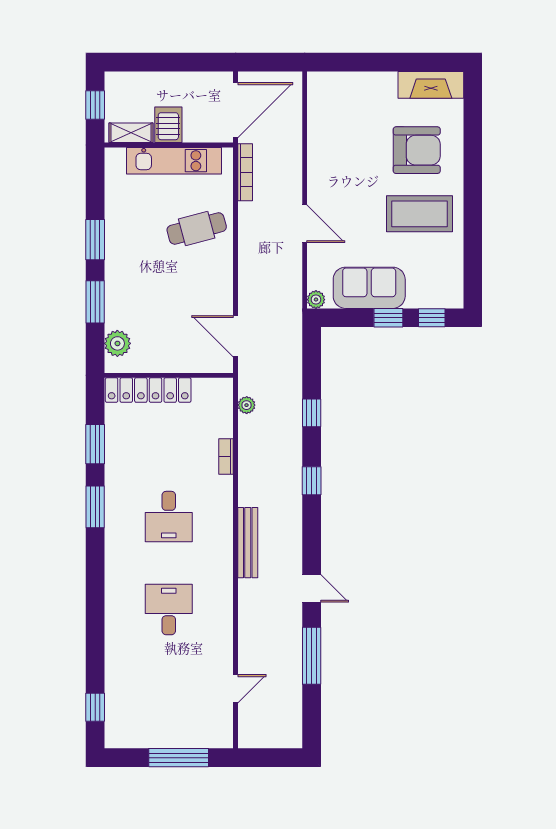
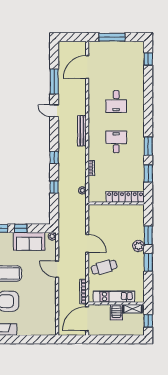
door: (236, 336) -> (87, 243), moved
plant: (117, 343) -> (139, 246), moved
door: (236, 689) -> (87, 67), width x1.87

